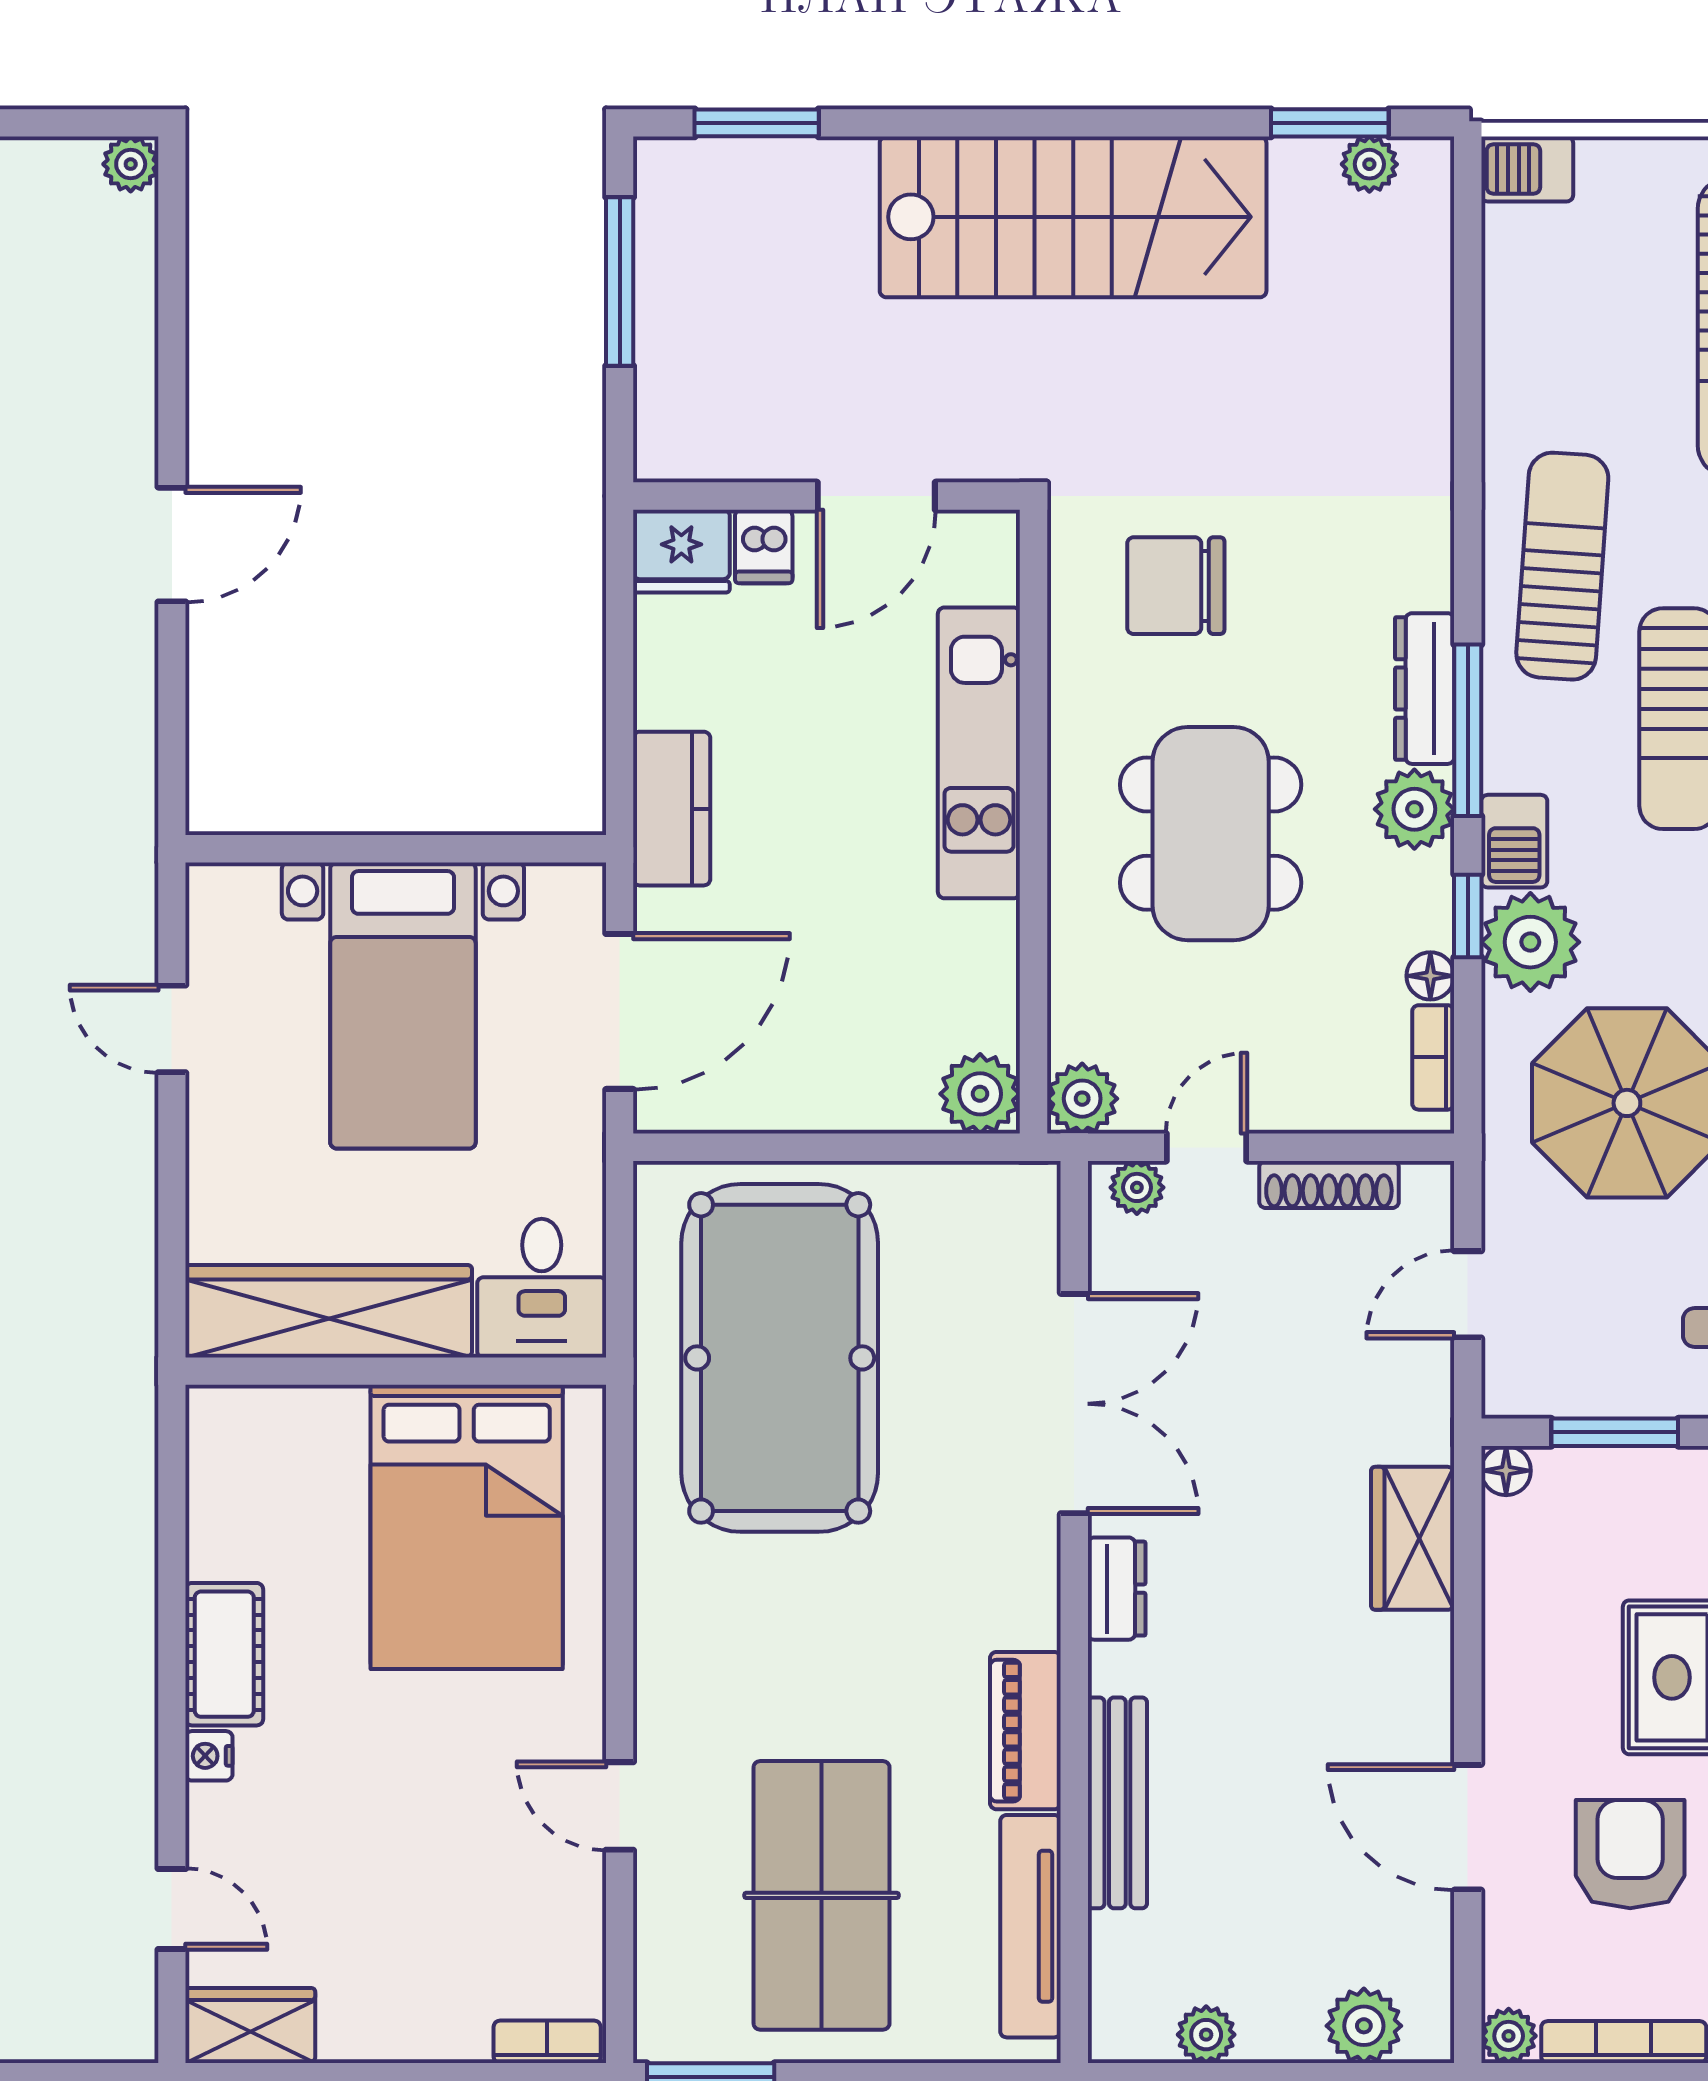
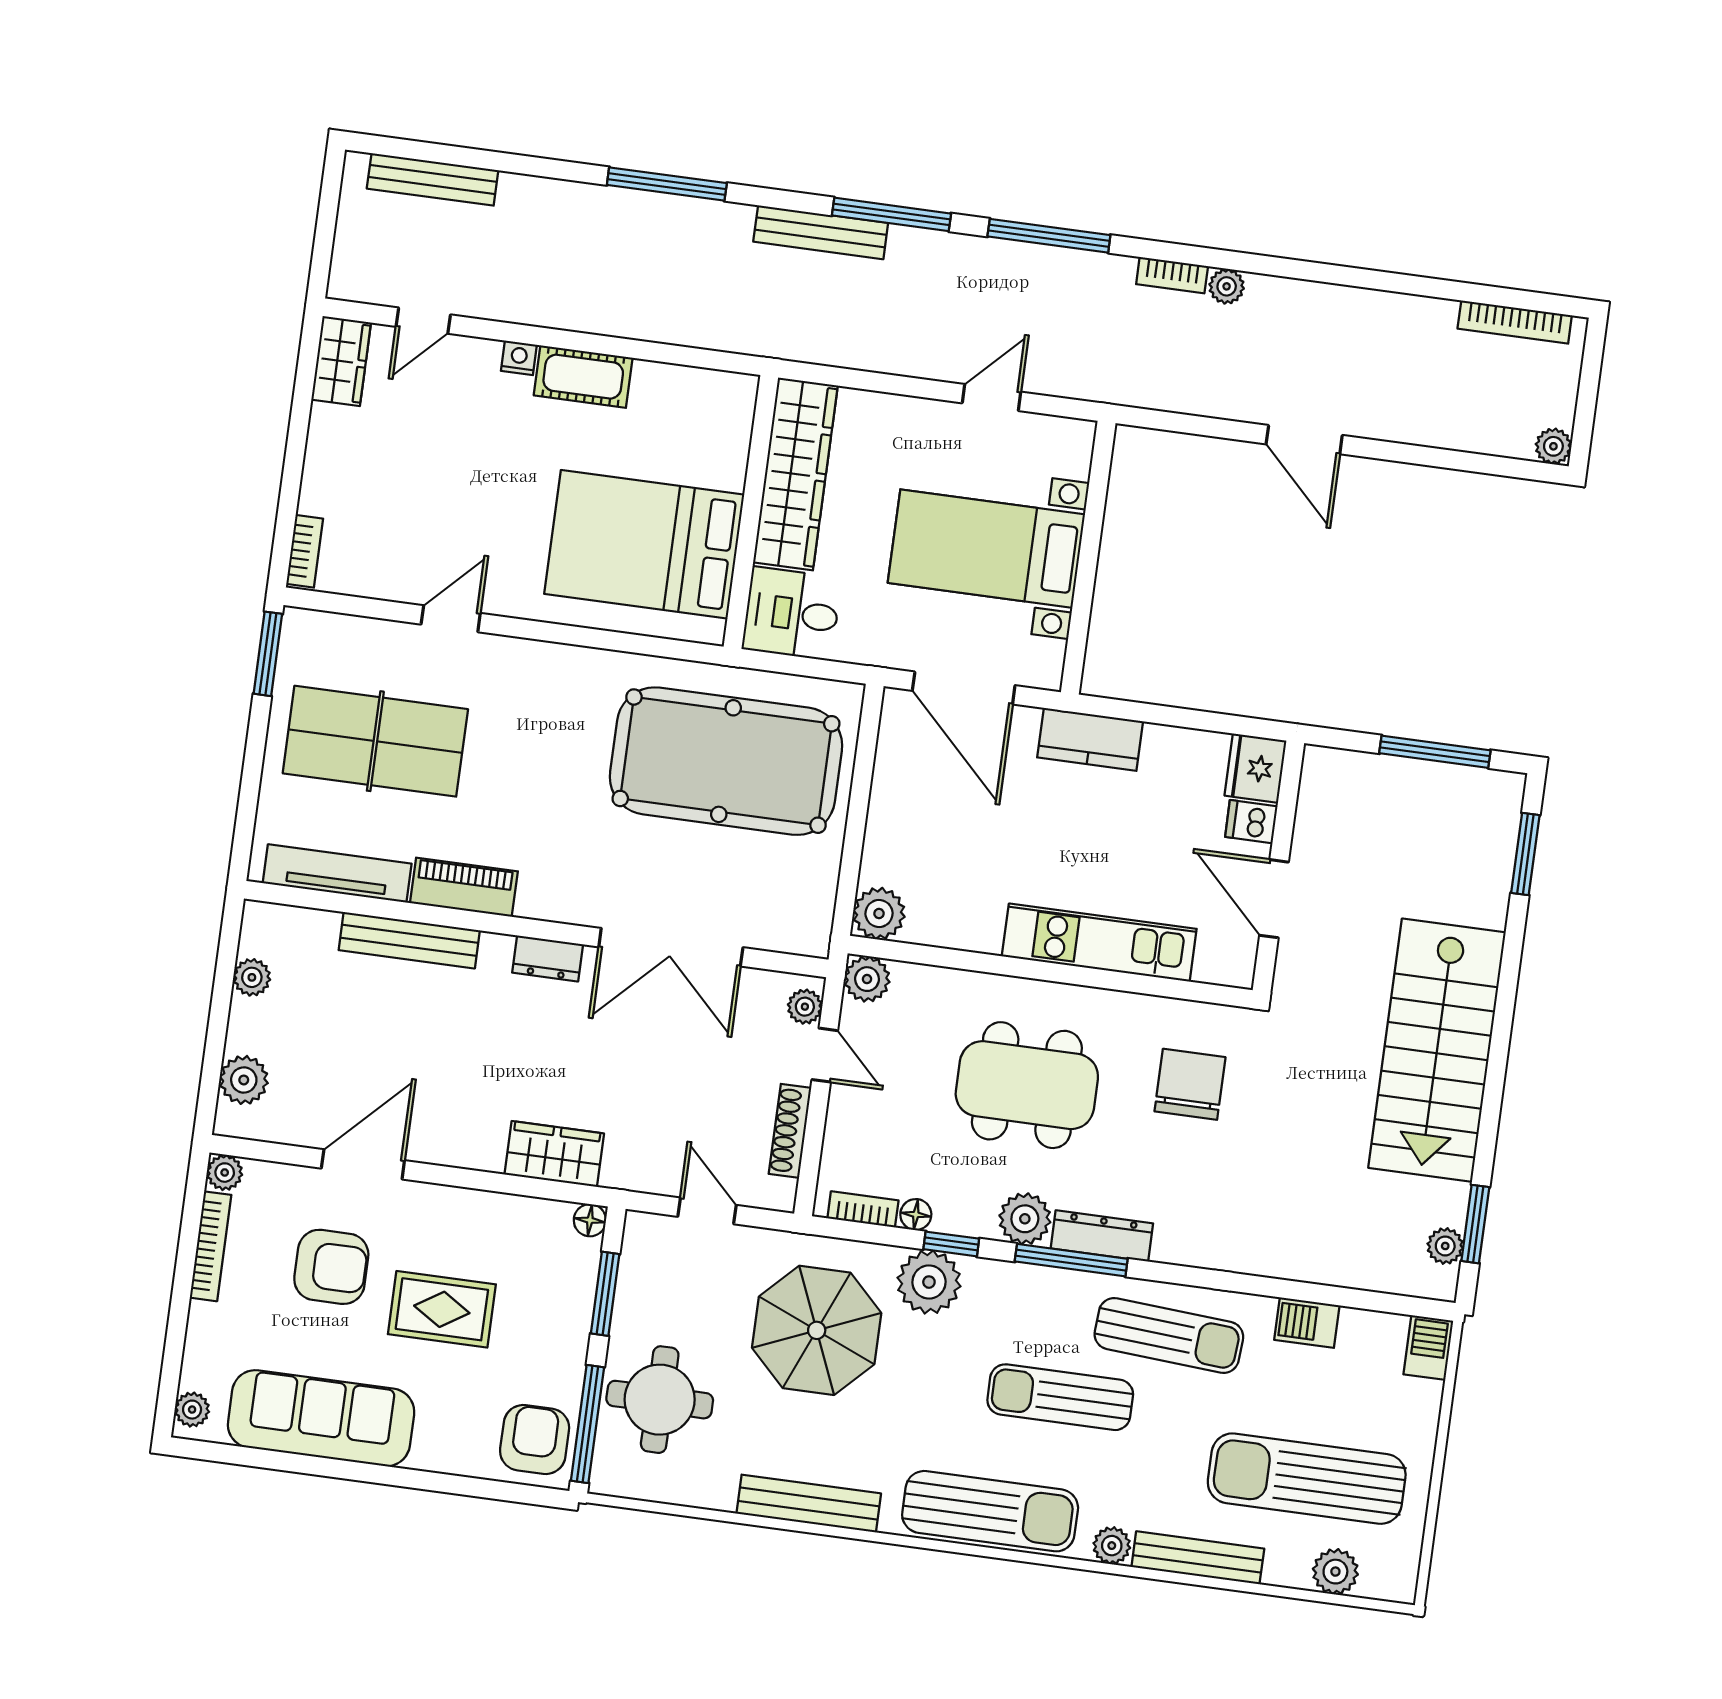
barbecue: (1514, 841) -> (1307, 1323), moved

